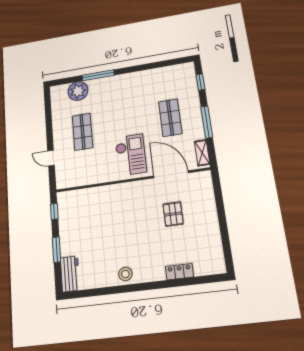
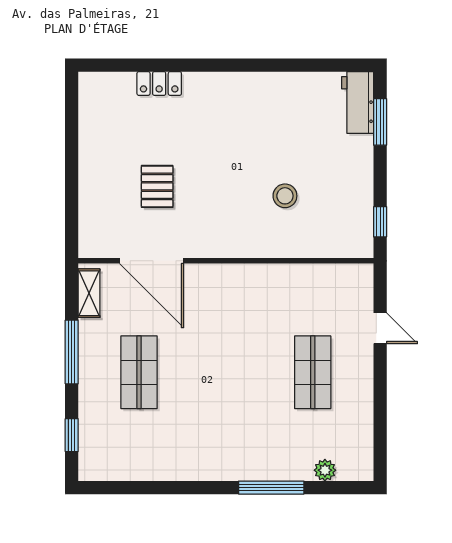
plant: (78, 91) -> (325, 470), width x0.53, depth x0.53
checkout: (131, 155) -> (223, 310), removed
window: (57, 250) -> (380, 122), moved
stool: (125, 274) -> (285, 196), moved

